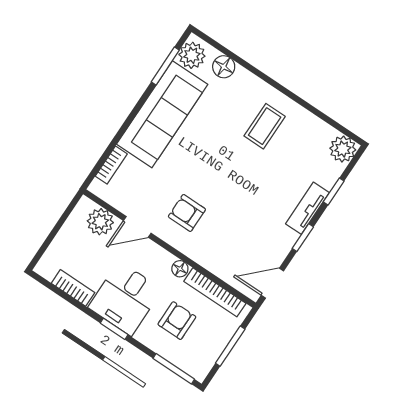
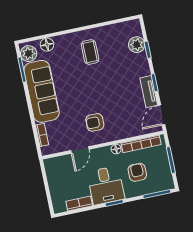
plant: (343, 149) -> (137, 45), moved
tv unit: (307, 208) -> (149, 92), moved
plant: (100, 222) -> (62, 164), removed

